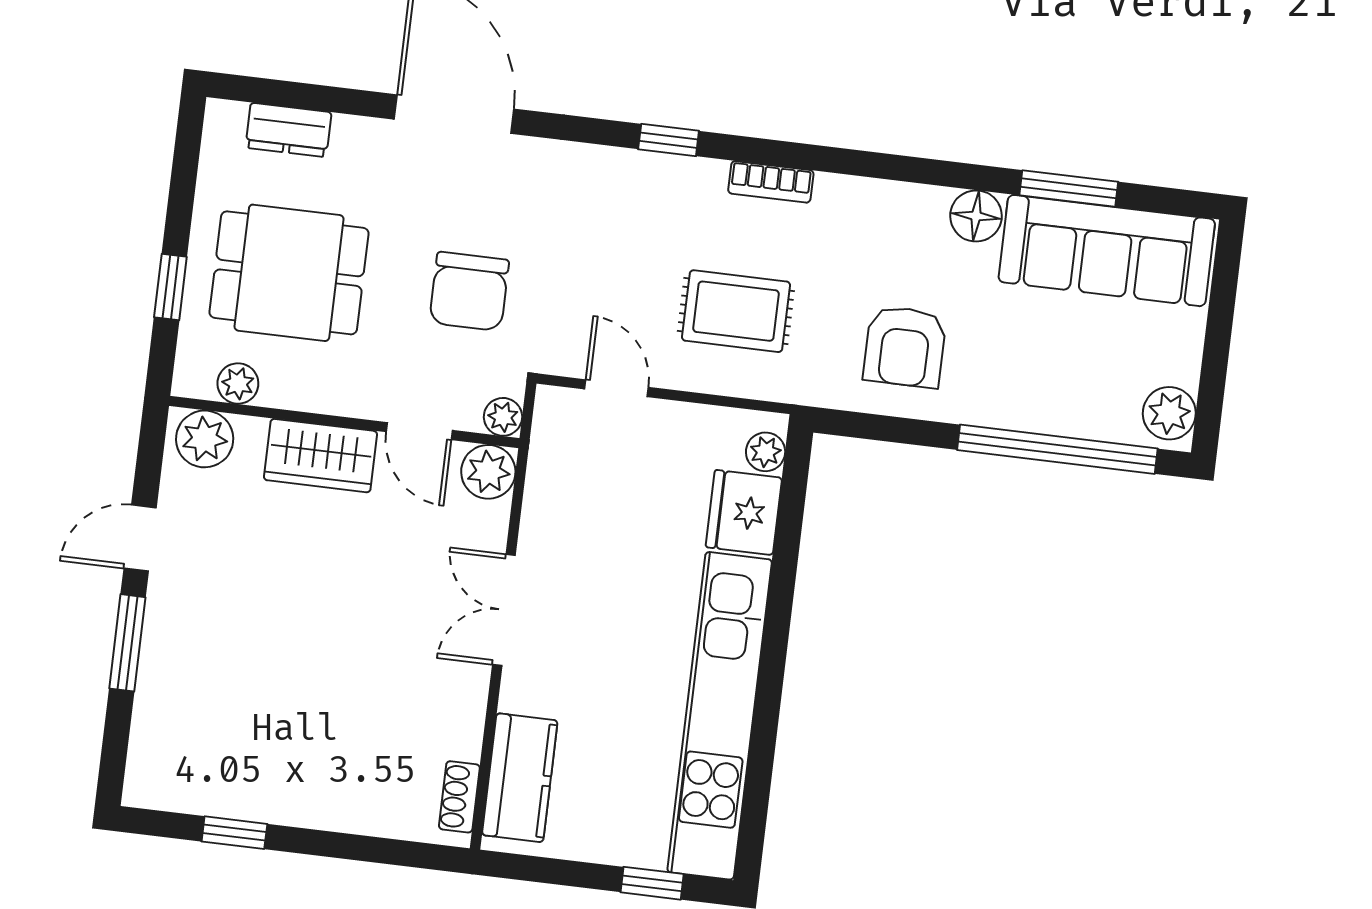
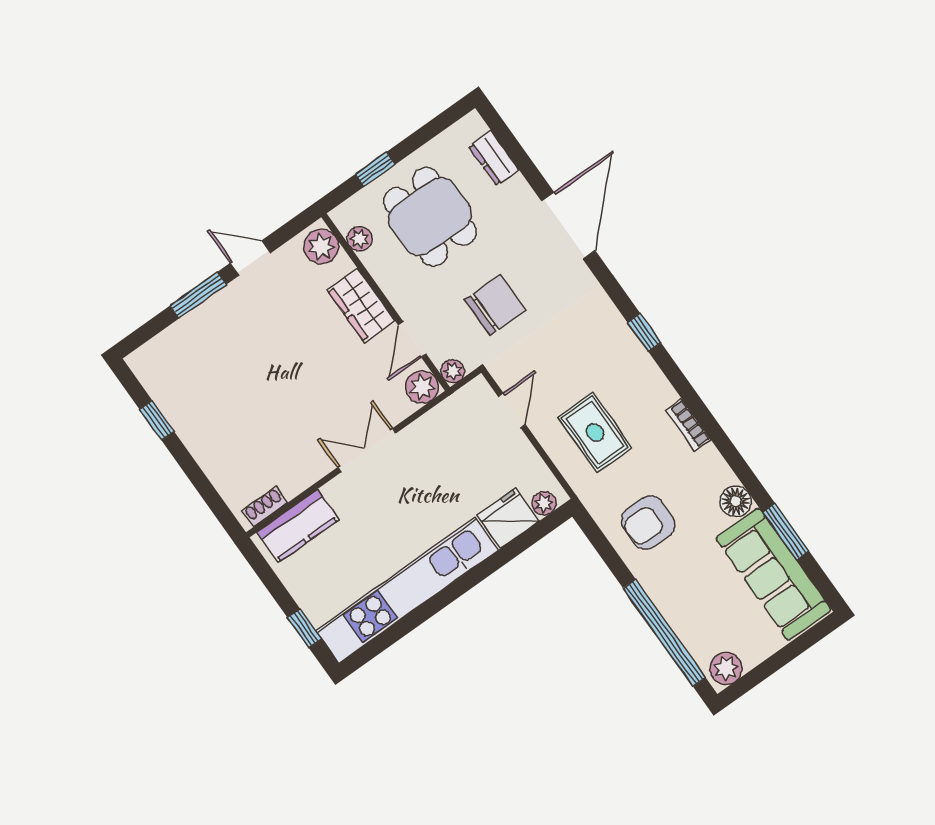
bookcase: (771, 182) -> (688, 425), moved
chair: (469, 291) -> (495, 305), turned 180

